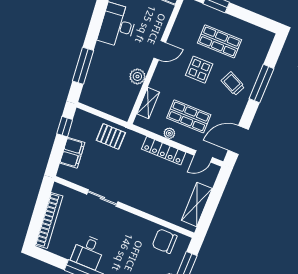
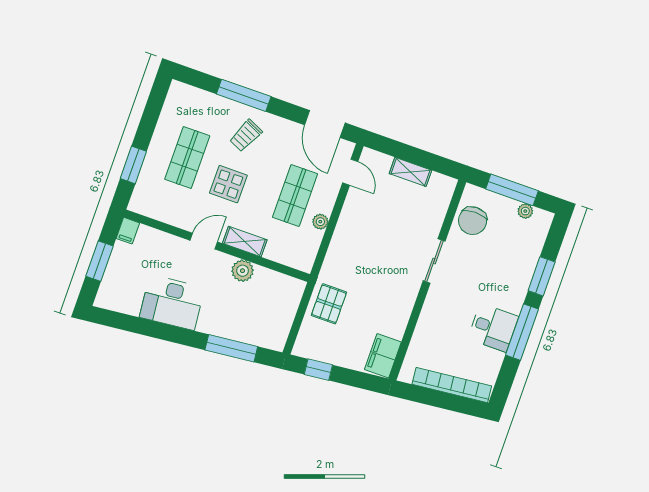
door: (160, 50) -> (204, 241), hinge flipped
shelving: (148, 103) -> (245, 242), moved
locker: (164, 151) -> (345, 228), removed
filing cabinet: (72, 153) -> (383, 356), moved, turned -84
sliding door: (102, 198) -> (434, 261), moved
shelving: (197, 204) -> (410, 172), width x0.67, depth x0.75

